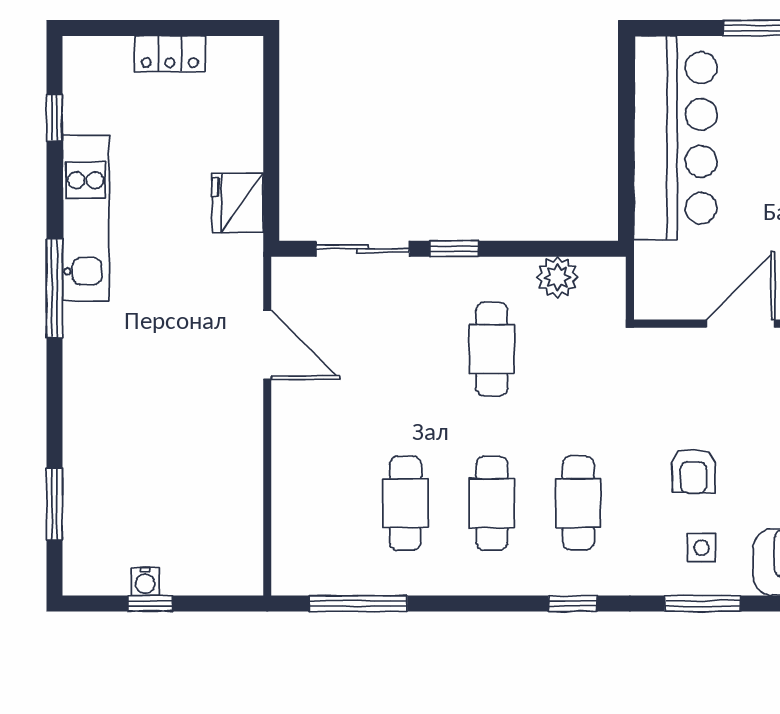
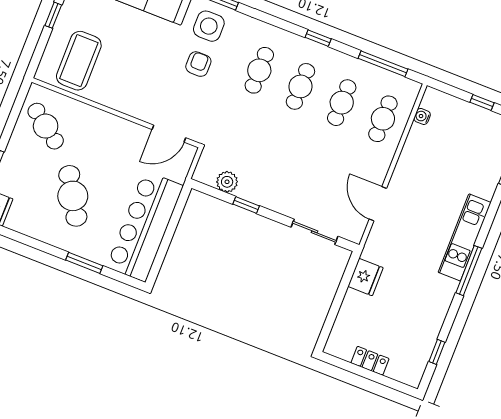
kitchen unit: (86, 218) -> (465, 237), moved
window: (454, 249) -> (246, 205), moved
door: (740, 324) -> (169, 134), moved
cafe table: (492, 349) -> (383, 119), moved
side table: (702, 548) -> (209, 26), width x1.87, depth x1.87
water cooler: (145, 581) -> (422, 116), moved, turned -90
window: (573, 603) -> (318, 38), moved

